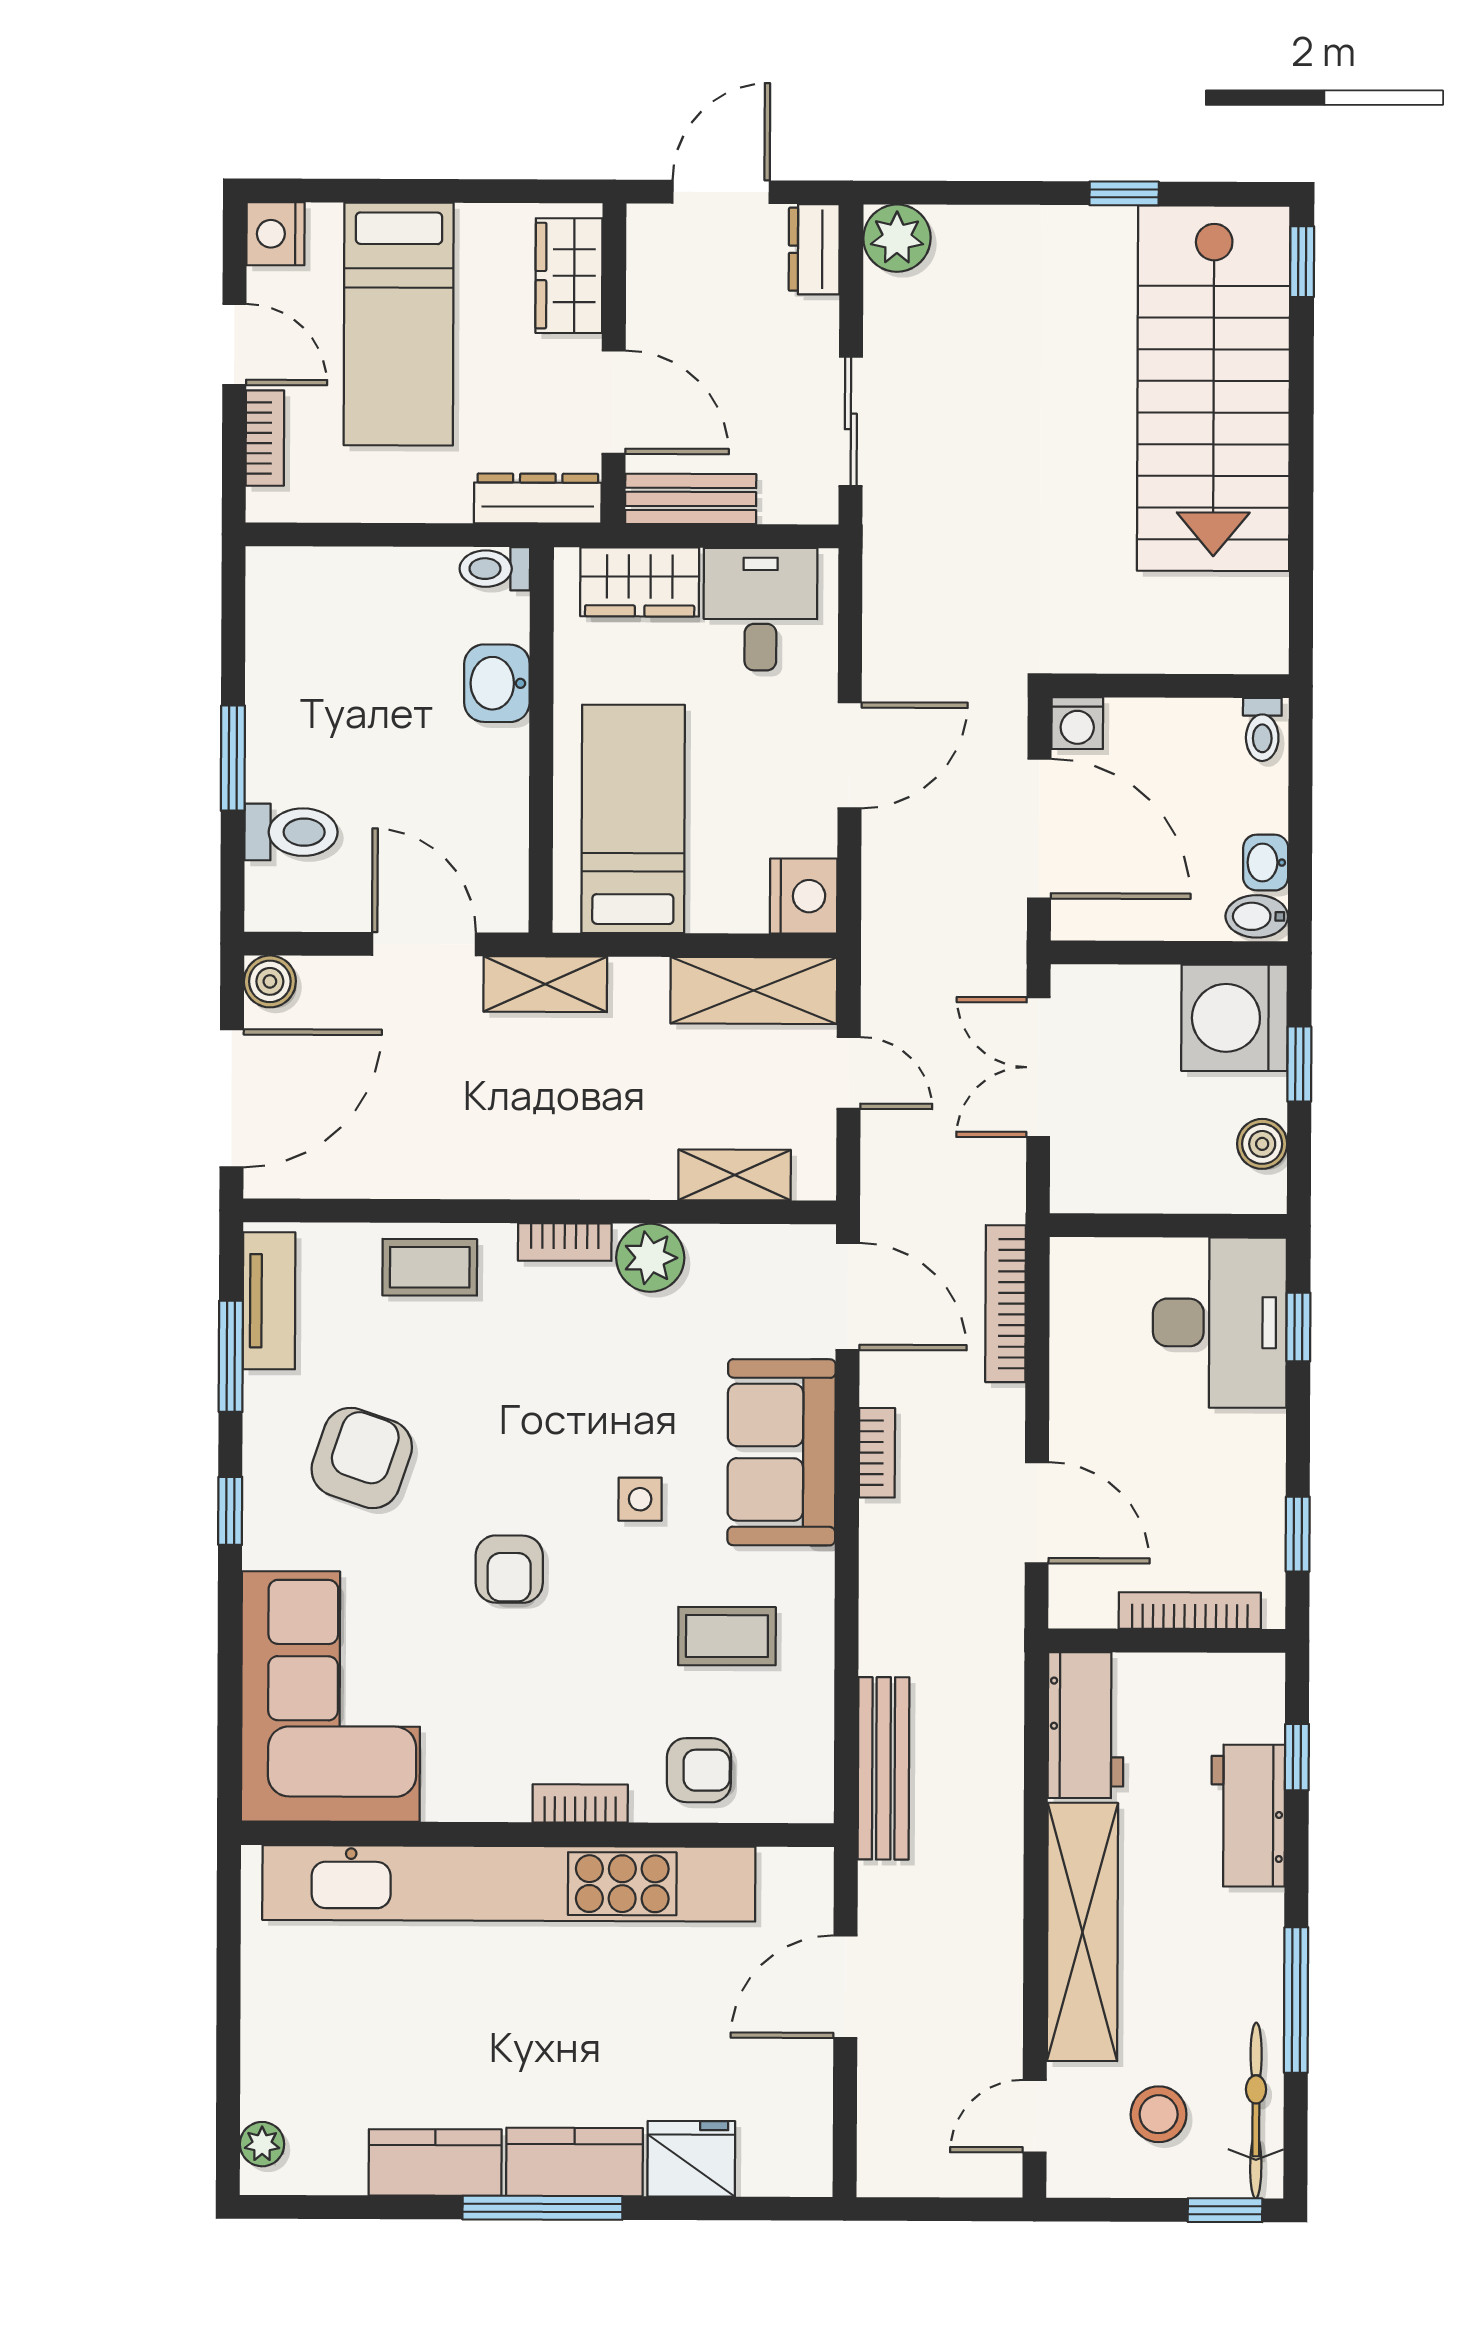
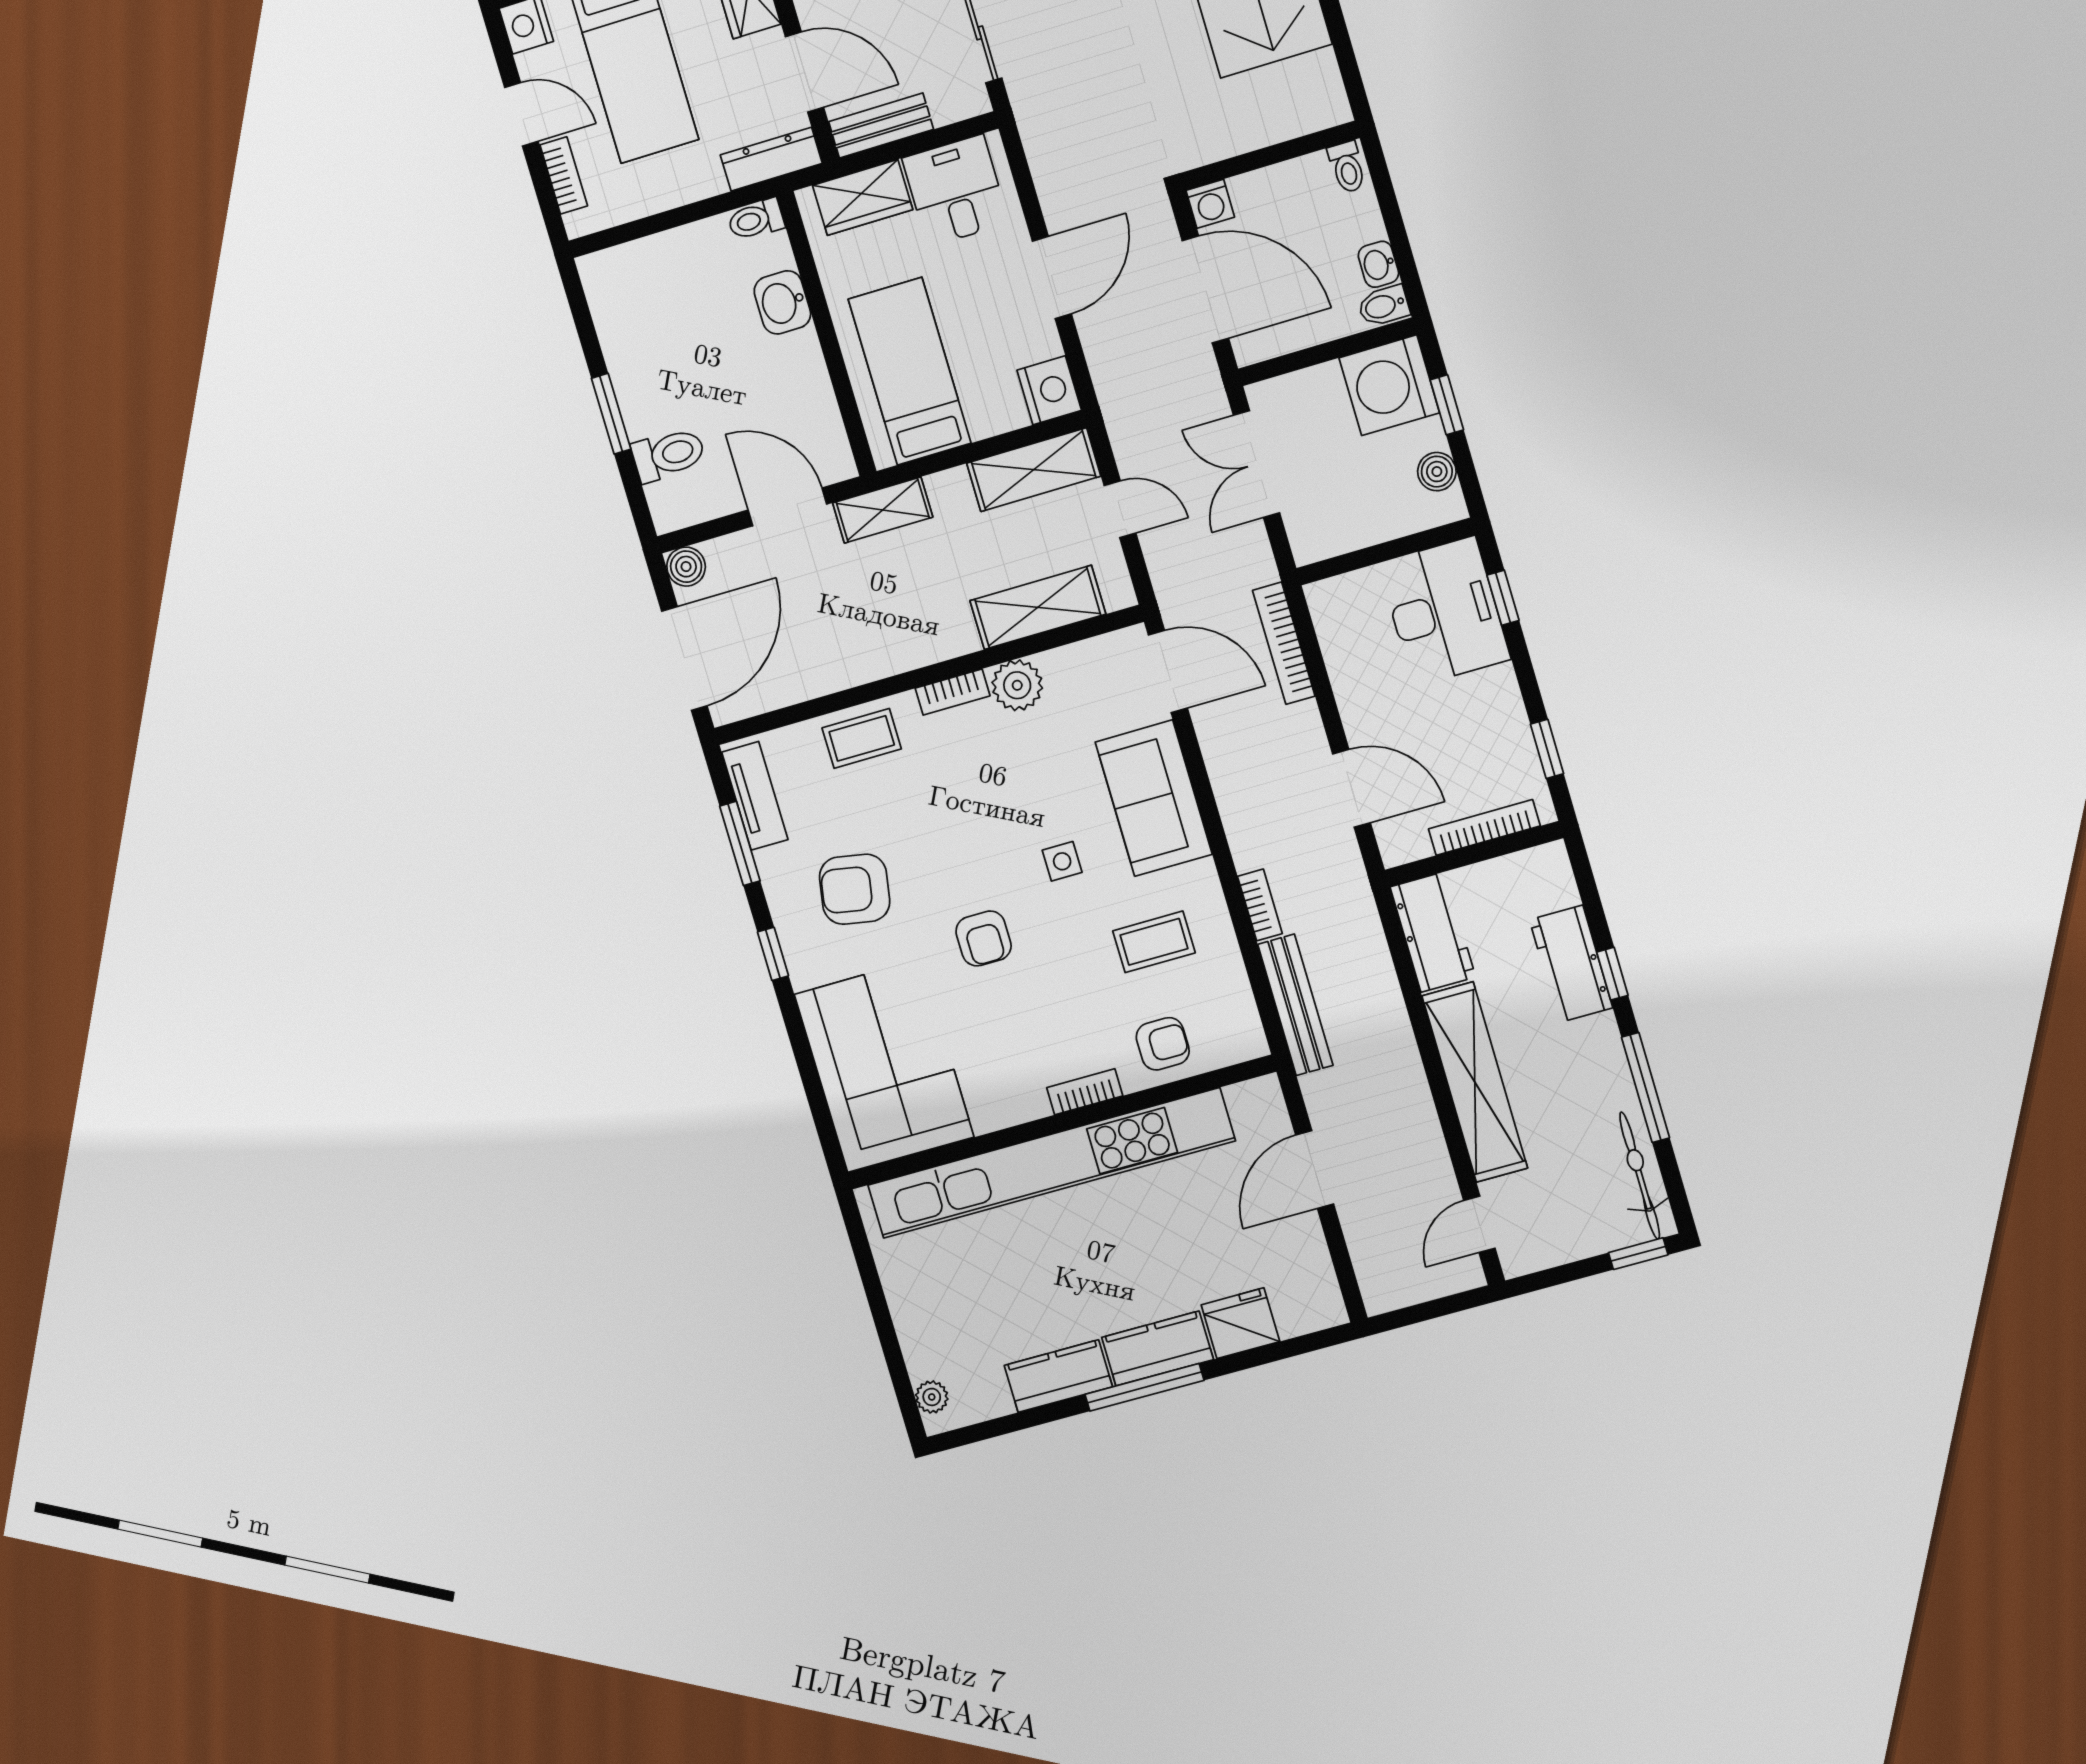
shelving: (735, 1175) -> (1038, 607), width x1.50, depth x1.33
bookcase: (877, 1453) -> (1260, 905), moved
armchair: (362, 1458) -> (855, 889), turned -99
window: (1297, 1757) -> (1612, 974), moved
stool: (1159, 2114) -> (1569, 1198), removed

